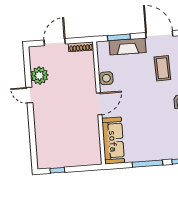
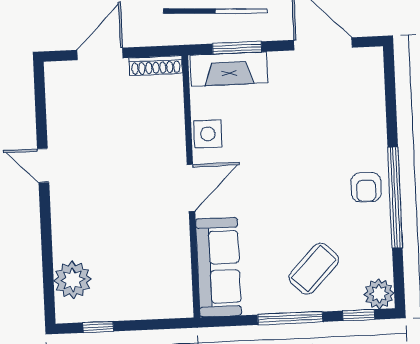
fireplace: (128, 47) -> (229, 69), moved
coffee table: (162, 68) -> (314, 269), moved, turned 46
plant: (39, 76) -> (73, 280), moved

